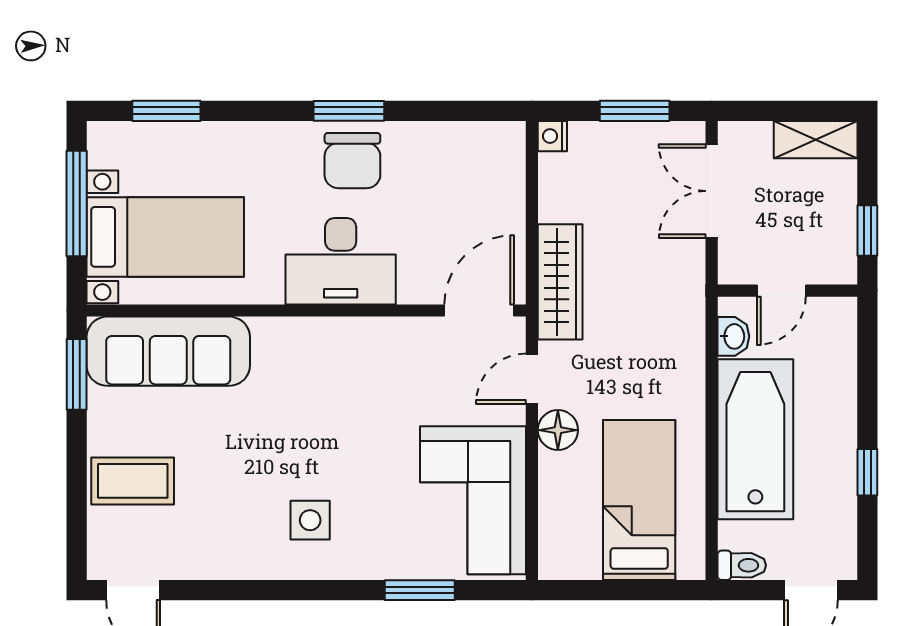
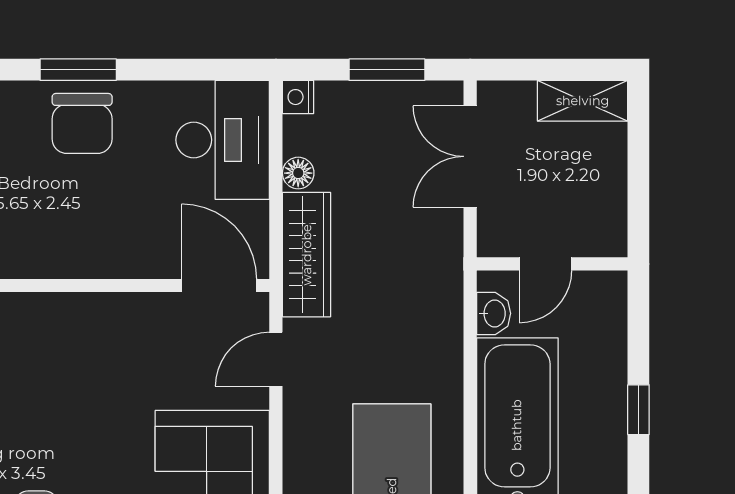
window: (867, 231) -> (638, 199), removed
desk: (341, 261) -> (223, 140), moved, turned -90
door: (479, 310) -> (219, 285), hinge flipped
floor lamp: (558, 430) -> (298, 173), moved, width x0.73, depth x0.73
window: (867, 472) -> (638, 410), moved

